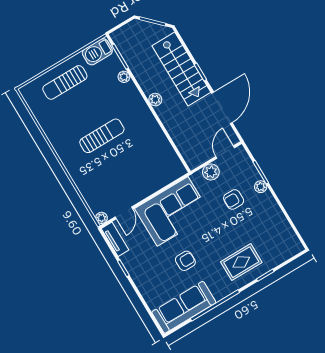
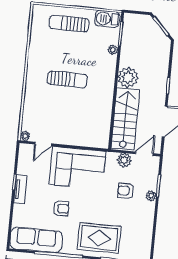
stairs: (181, 69) -> (125, 119), moved, turned 180
plant: (155, 100) -> (128, 77), width x1.88, depth x1.88
tv unit: (115, 239) -> (20, 189), moved
rug: (241, 262) -> (99, 238), width x1.36, depth x1.43

